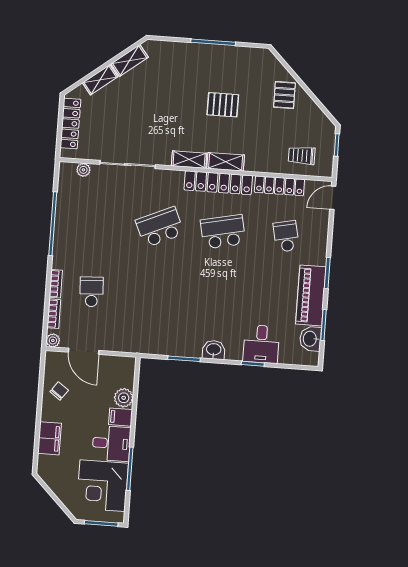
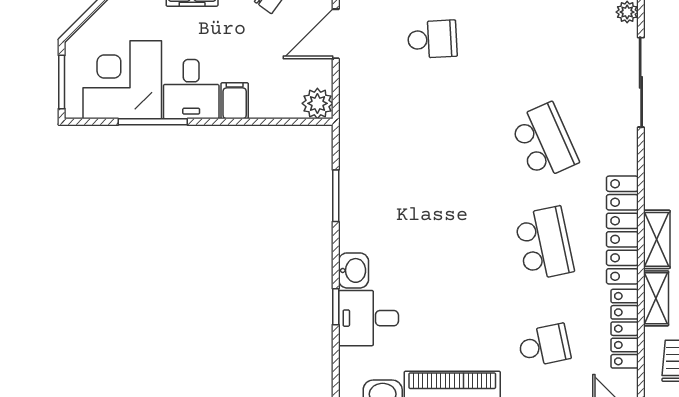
shelving: (189, 160) -> (656, 298), moved
washbasin: (214, 350) -> (353, 270), moved
plant: (124, 398) -> (317, 103), moved

